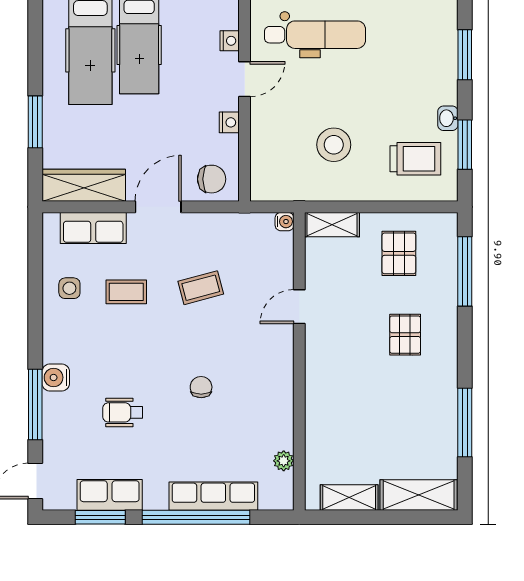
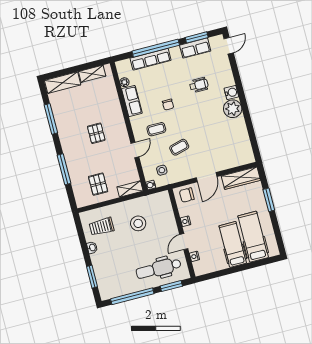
window: (465, 145) -> (82, 238), removed
row of seats: (93, 228) -> (132, 101), moved, turned 90
window: (465, 271) -> (64, 169), moved
side table: (69, 288) -> (162, 170), moved
coffee table: (126, 292) -> (156, 129), moved
pallet: (405, 335) -> (96, 133), moved
plant: (62, 341) -> (233, 109), added
window: (35, 405) -> (237, 79), removed

